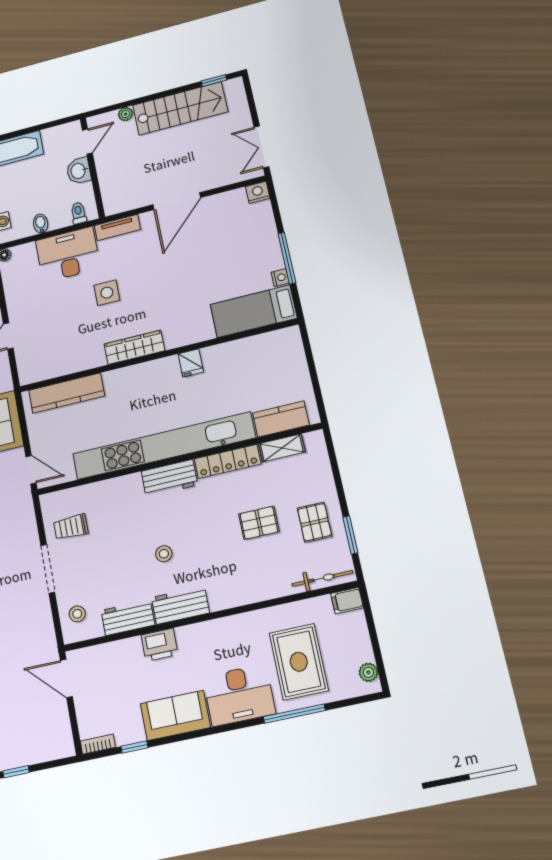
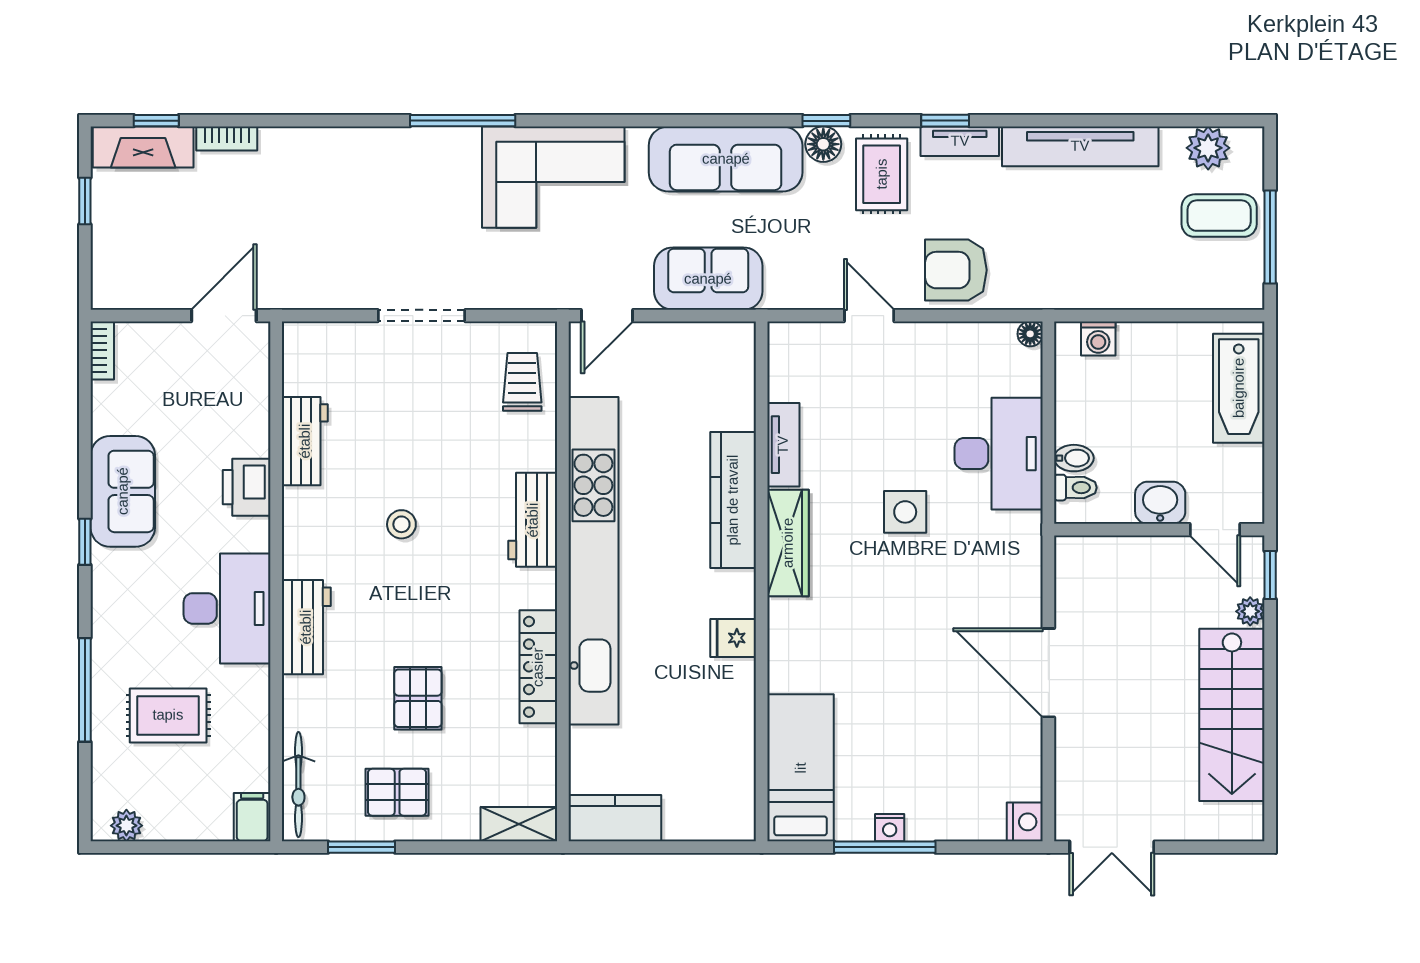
window: (214, 81) -> (1270, 575), moved
double door: (261, 147) -> (1112, 847), swing flipped
bidet: (41, 224) -> (1074, 458), moved
tv unit: (117, 228) -> (783, 445), moved, turned 180
nightstand: (280, 278) -> (890, 828), moved
kitchen counter: (67, 393) -> (733, 500), moved
kitchen counter: (281, 419) -> (615, 818), moved, turned -90
shelving: (282, 448) -> (519, 824), moved, turned 90
workbench: (169, 478) -> (533, 520), moved
trolley: (71, 527) -> (522, 382), moved
workbench: (180, 605) -> (306, 627), moved
stool: (77, 614) -> (331, 354), removed
rug: (299, 662) -> (168, 715), width x0.73, depth x0.70
desk: (239, 695) -> (227, 608), moved, turned 180
window: (134, 747) -> (85, 542), moved

